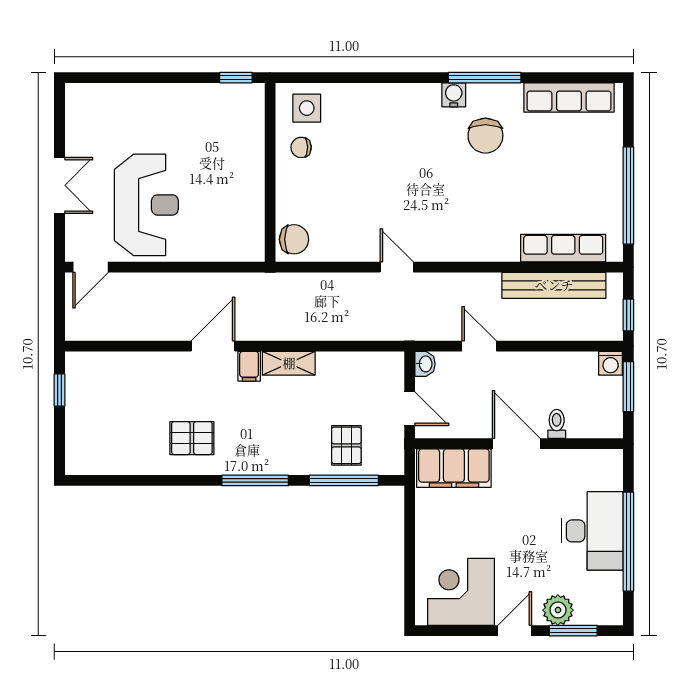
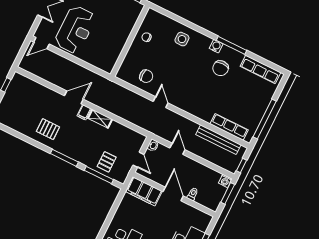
side table: (307, 108) -> (182, 39), moved
chair: (294, 239) -> (146, 76), moved

